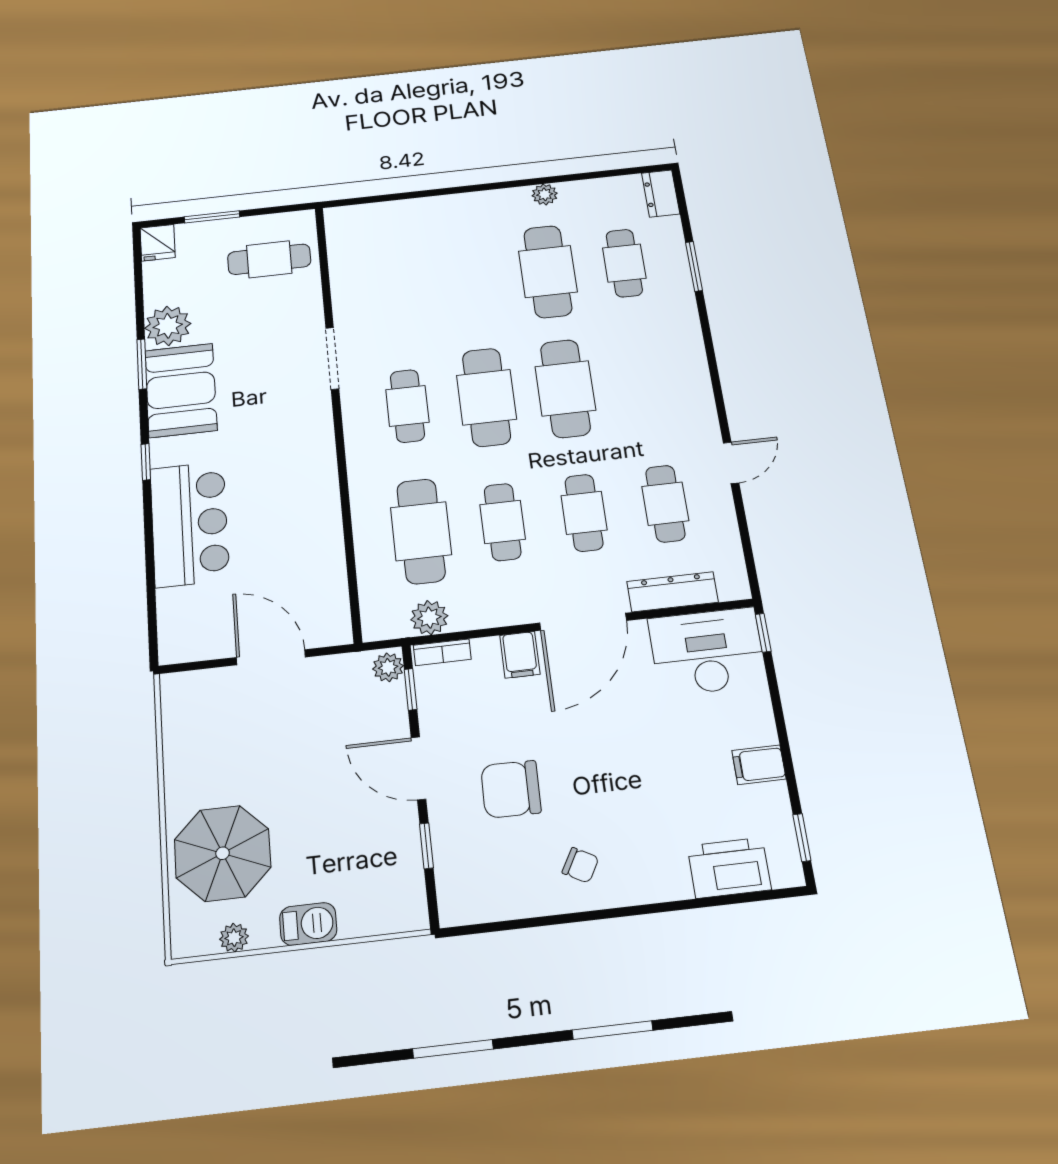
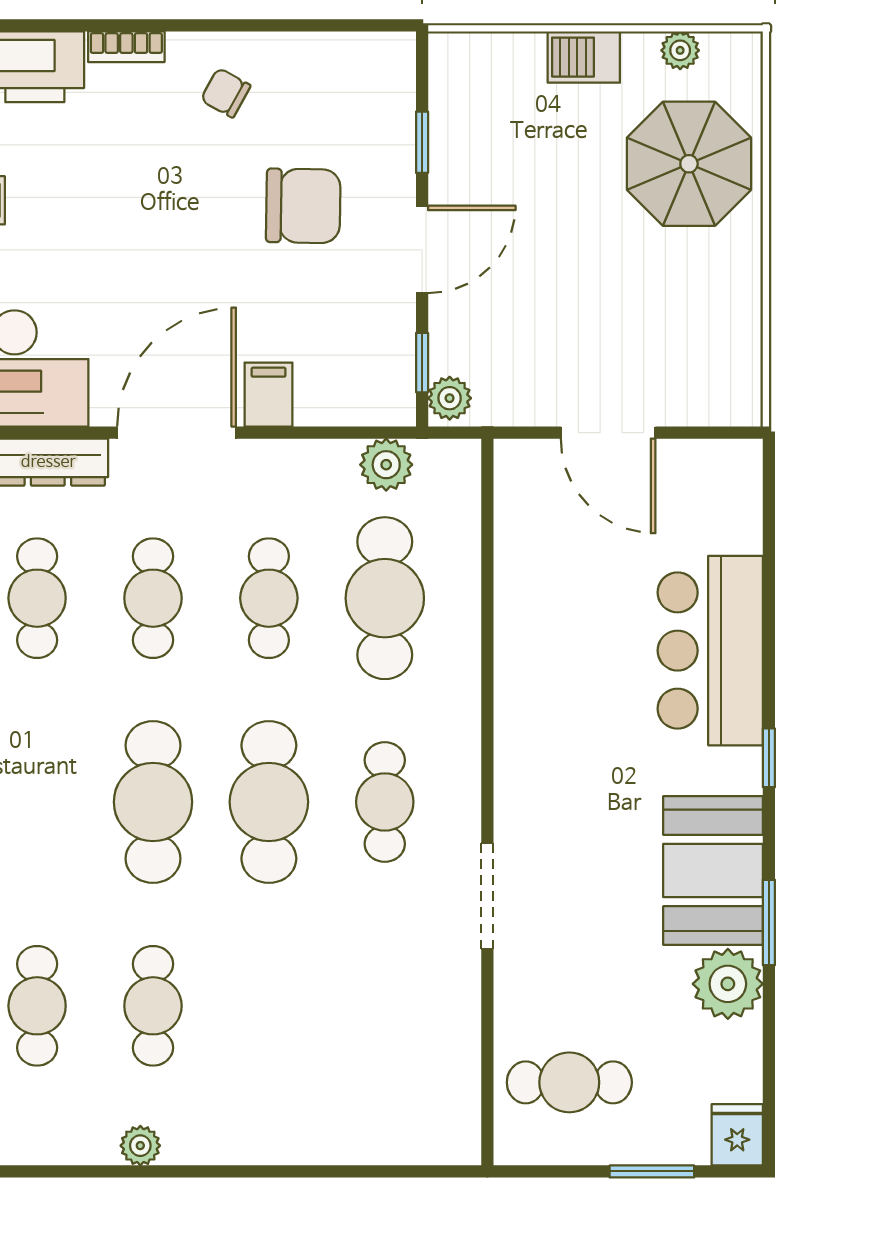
cafe table: (548, 271) -> (153, 1006), width x0.73, depth x0.74
bookcase: (442, 652) -> (126, 47), moved, turned 180
door: (419, 768) -> (422, 249), hinge flipped

